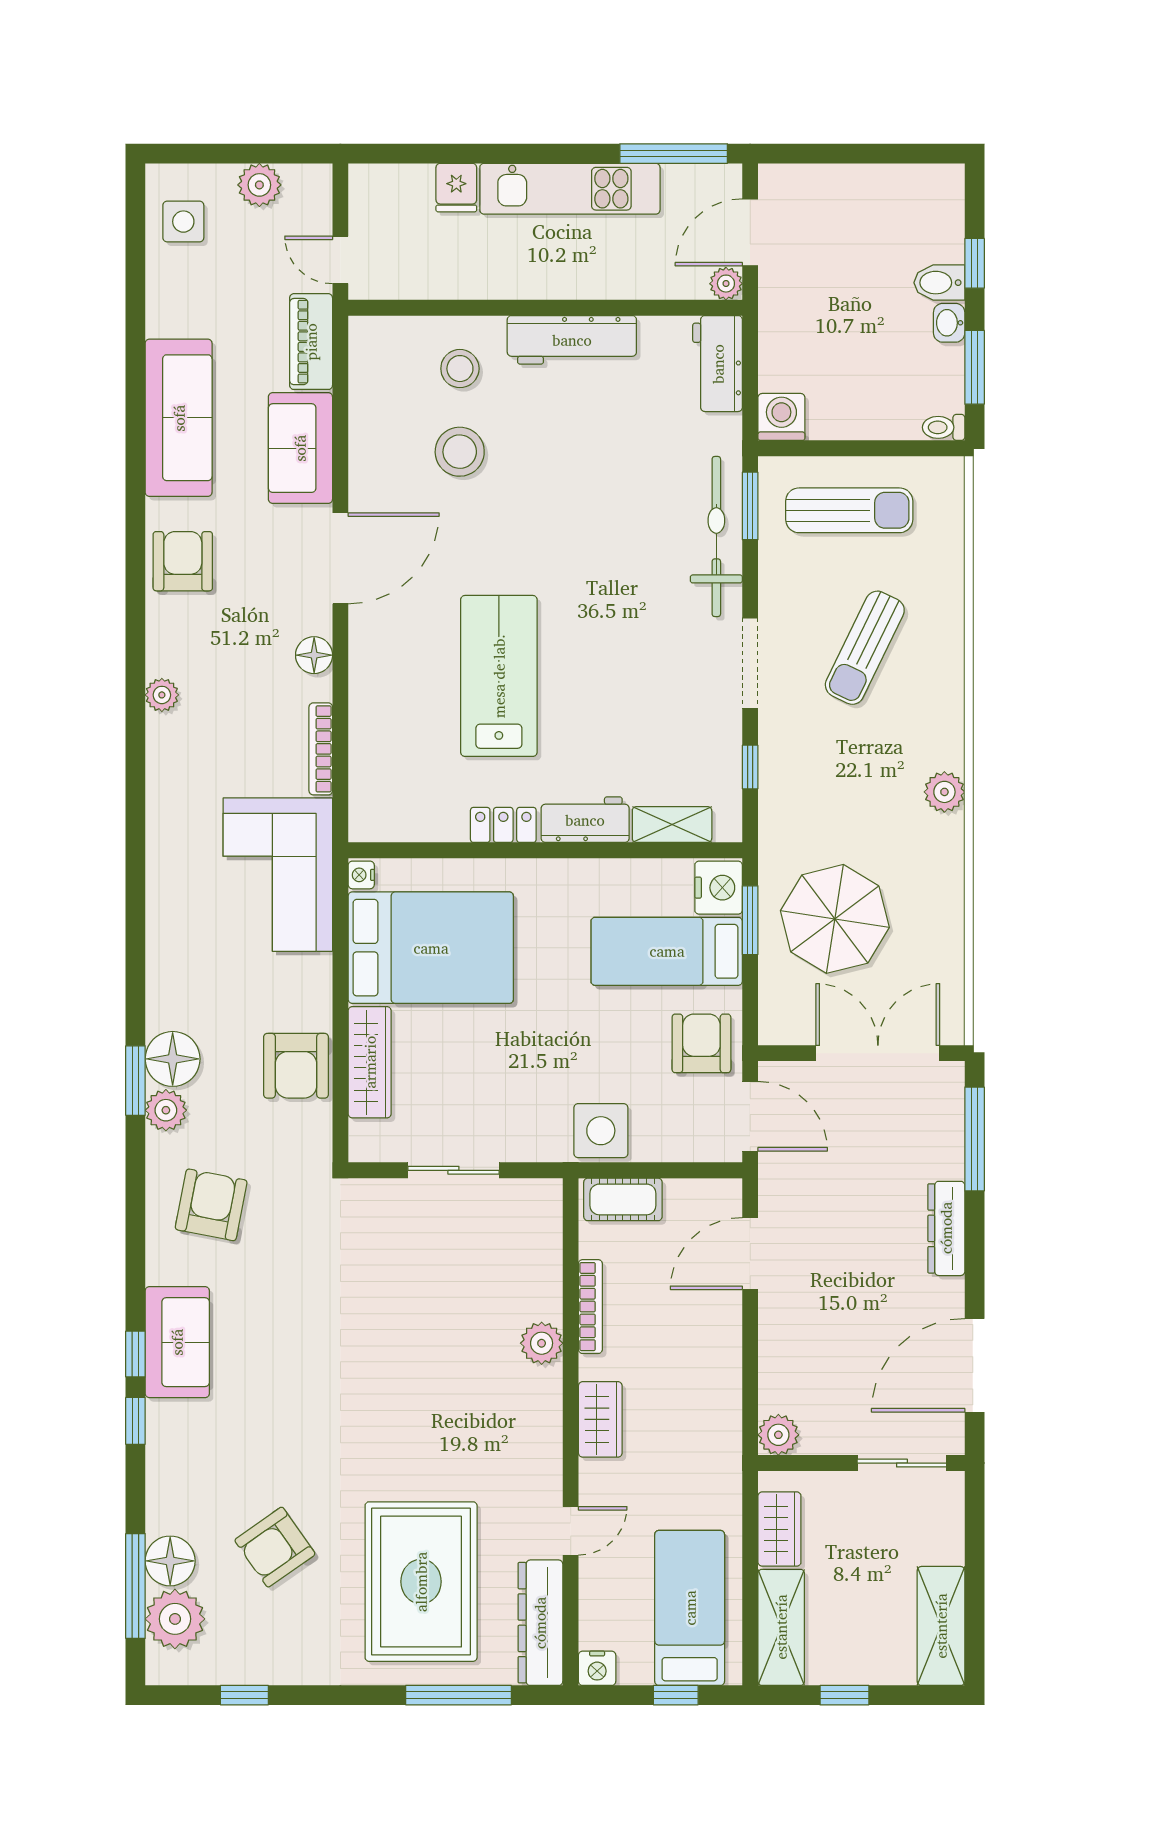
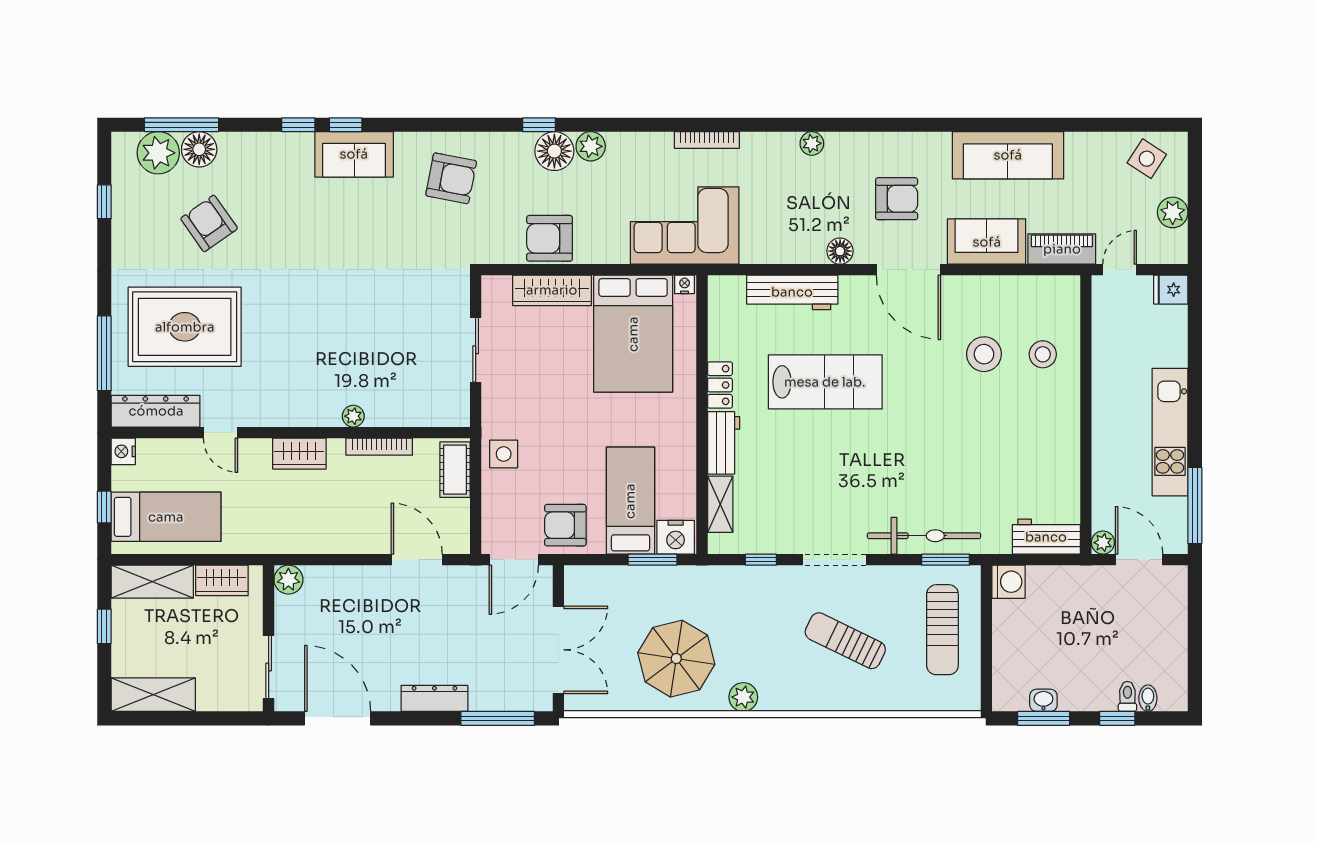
fridge: (456, 188) -> (1171, 290), moved
side table: (183, 222) -> (1147, 159), turned 33
bidet: (939, 283) -> (1148, 698), moved, width x0.72, depth x0.74
washbasin: (949, 323) -> (1043, 700), moved
workbench: (572, 340) -> (792, 292), moved, turned -90
toilet: (944, 427) -> (1127, 696), moved
armchair: (183, 561) -> (897, 199), moved
bookcase: (321, 749) -> (707, 140), moved, turned 180
parasol: (835, 919) -> (676, 659), moved
armchair: (701, 1043) -> (565, 525), turned 180
window: (135, 1081) -> (539, 125), width x0.67
plant: (166, 1110) -> (591, 146), moved
side table: (601, 1131) -> (504, 454), width x0.73, depth x0.73
plant: (542, 1343) -> (353, 416), width x0.73, depth x0.73

